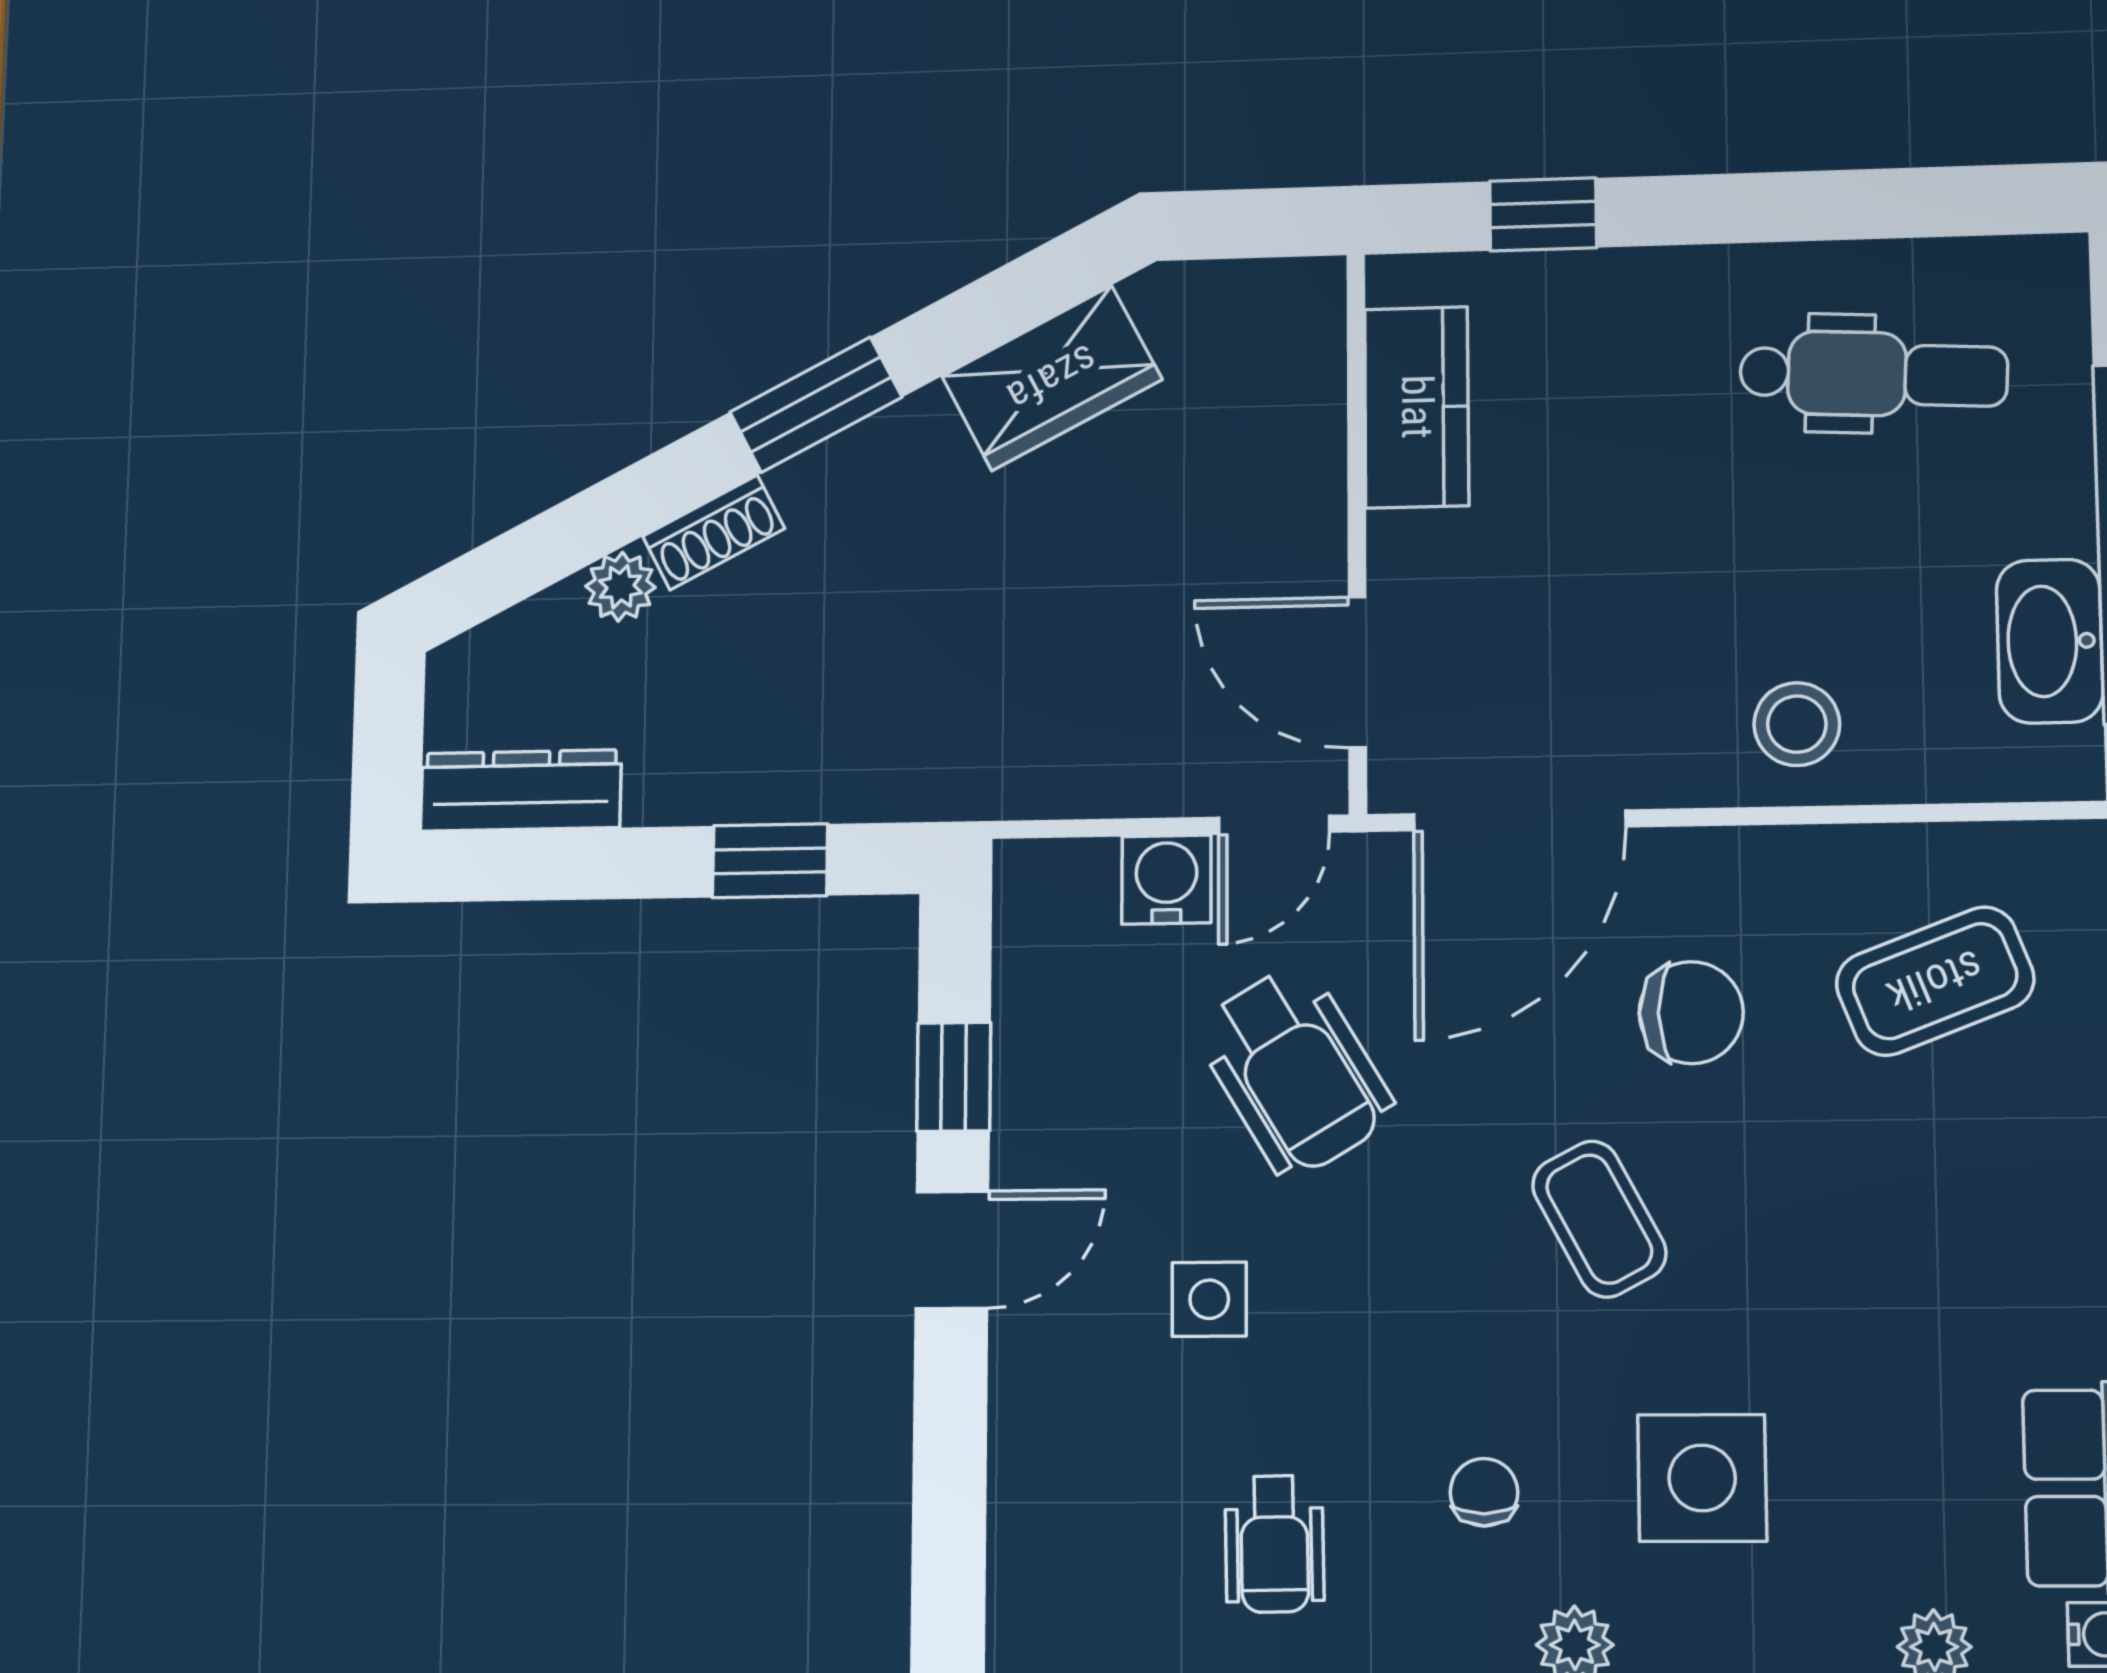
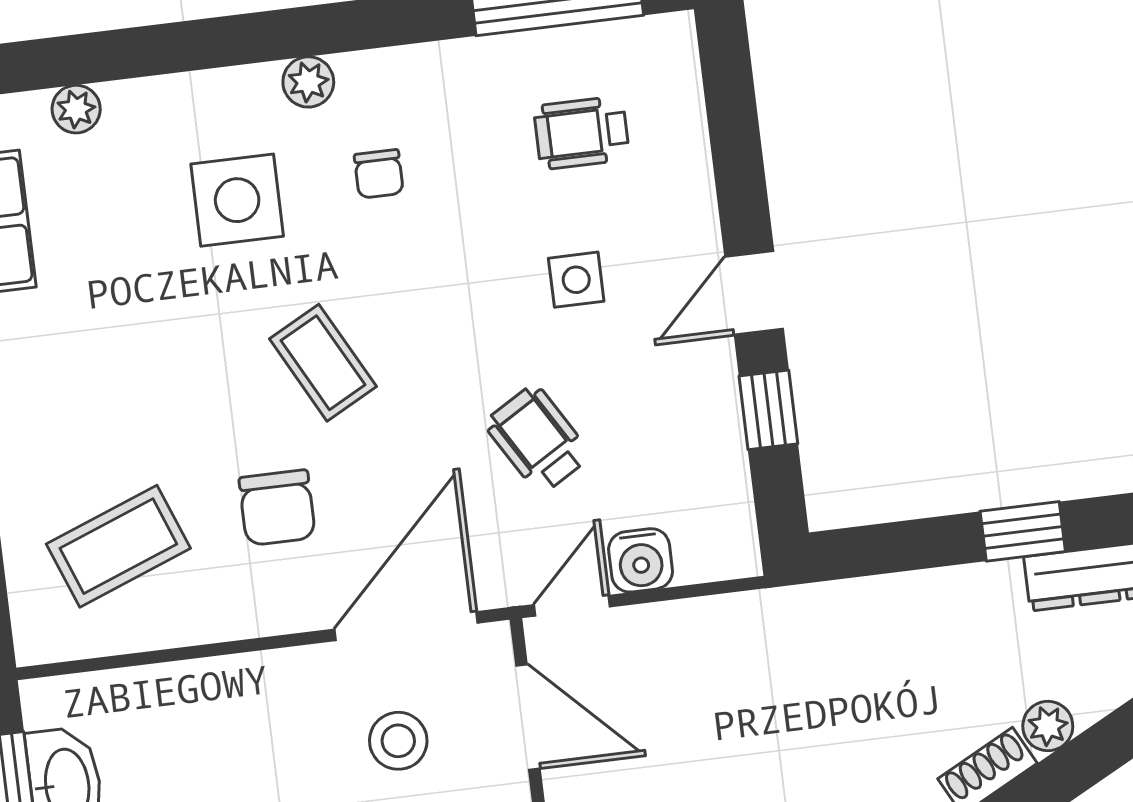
stool: (1797, 724) -> (398, 741), moved
window: (770, 861) -> (1023, 531), moved
chair: (1691, 1013) -> (277, 508), turned -90
wheelchair: (1295, 1071) -> (538, 439), width x0.73, depth x0.73
wheelchair: (1274, 1544) -> (582, 133), moved, turned -89

